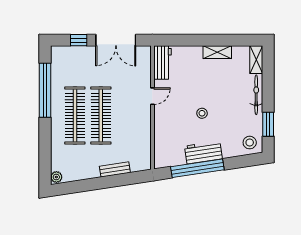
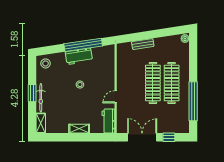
shelving: (217, 52) -> (79, 129), moved
window: (268, 124) -> (32, 93), moved

